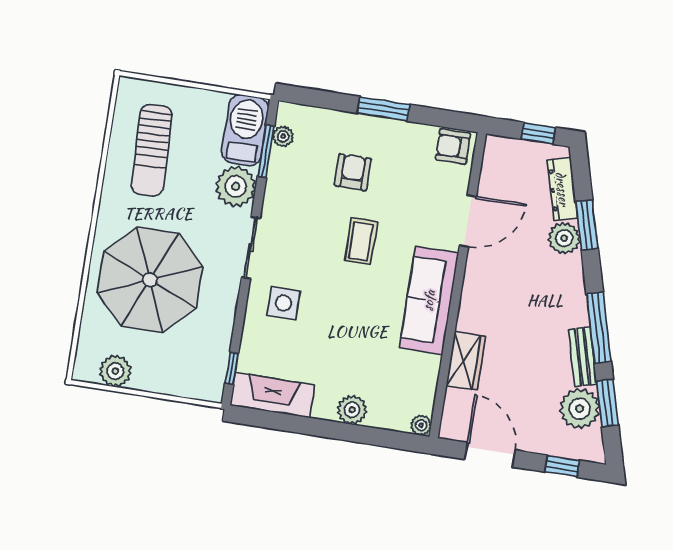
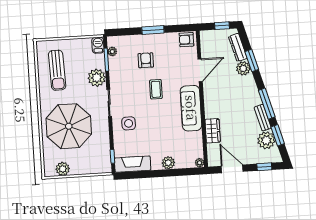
barbecue: (245, 130) -> (98, 45), width x0.53, depth x0.65

